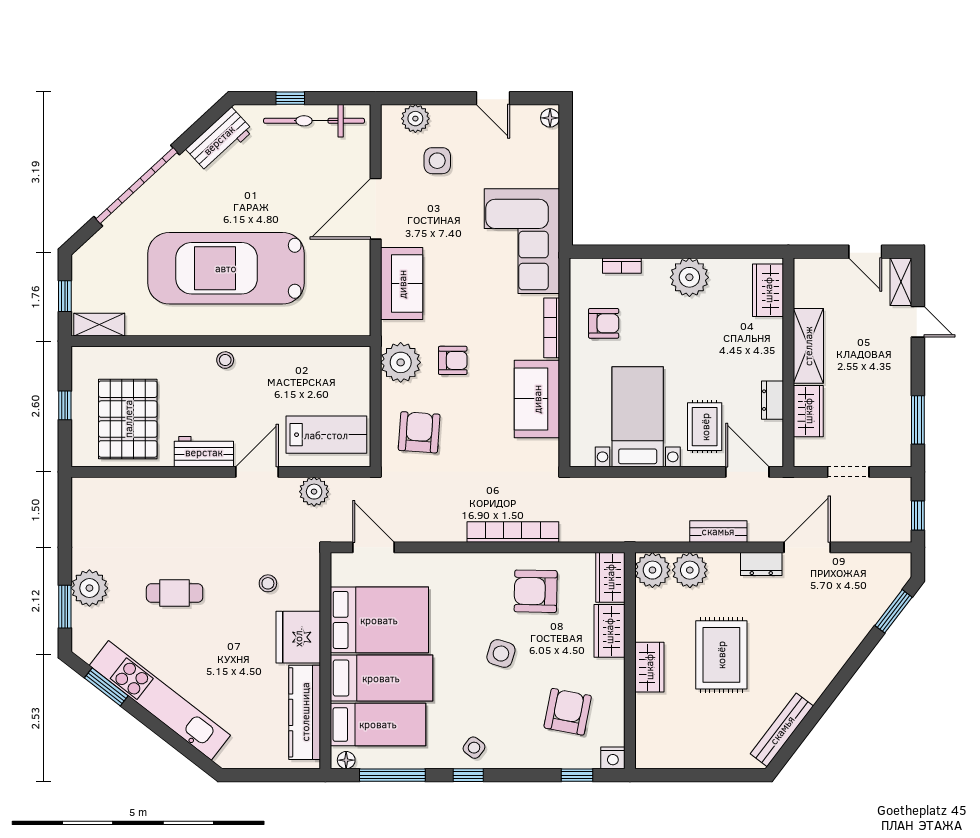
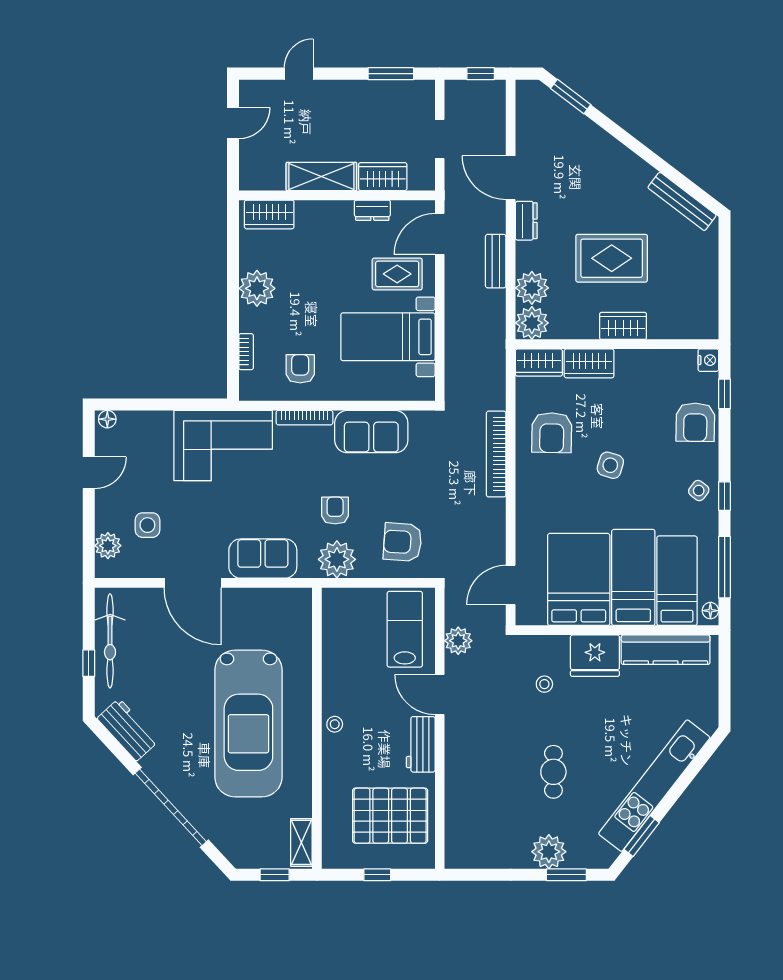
shelving: (901, 282) -> (261, 90), removed
armchair: (568, 712) -> (695, 422), moved, turned -100

